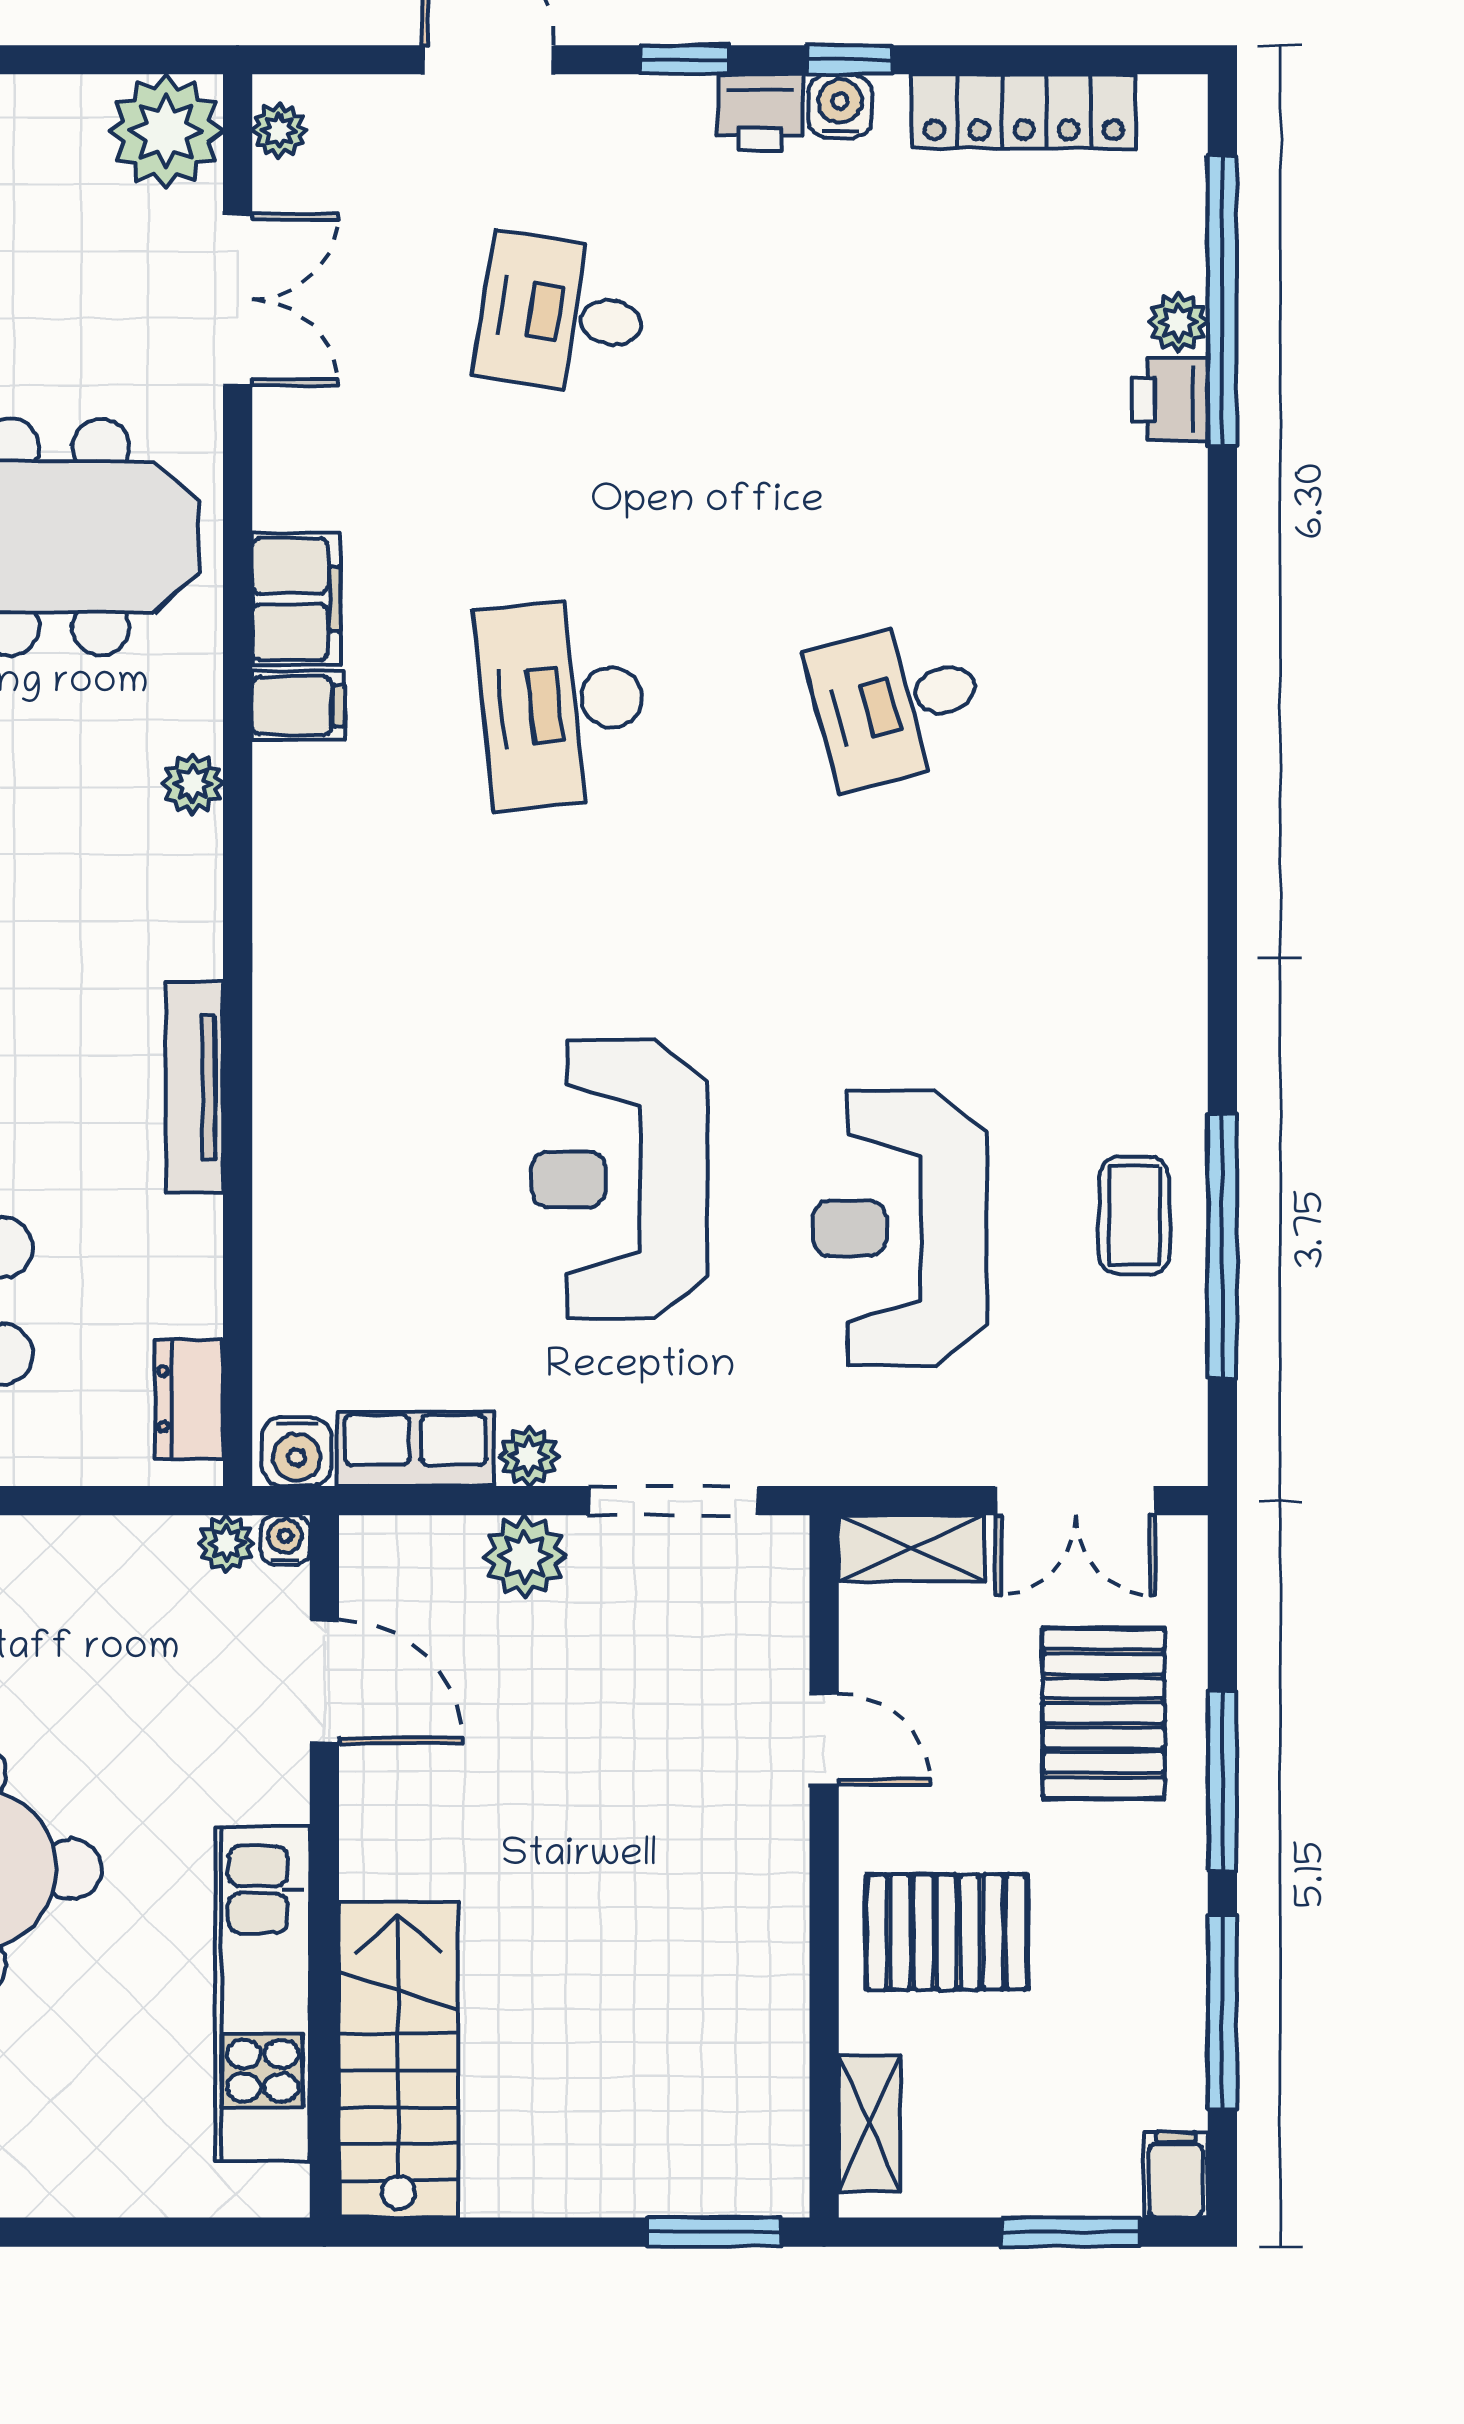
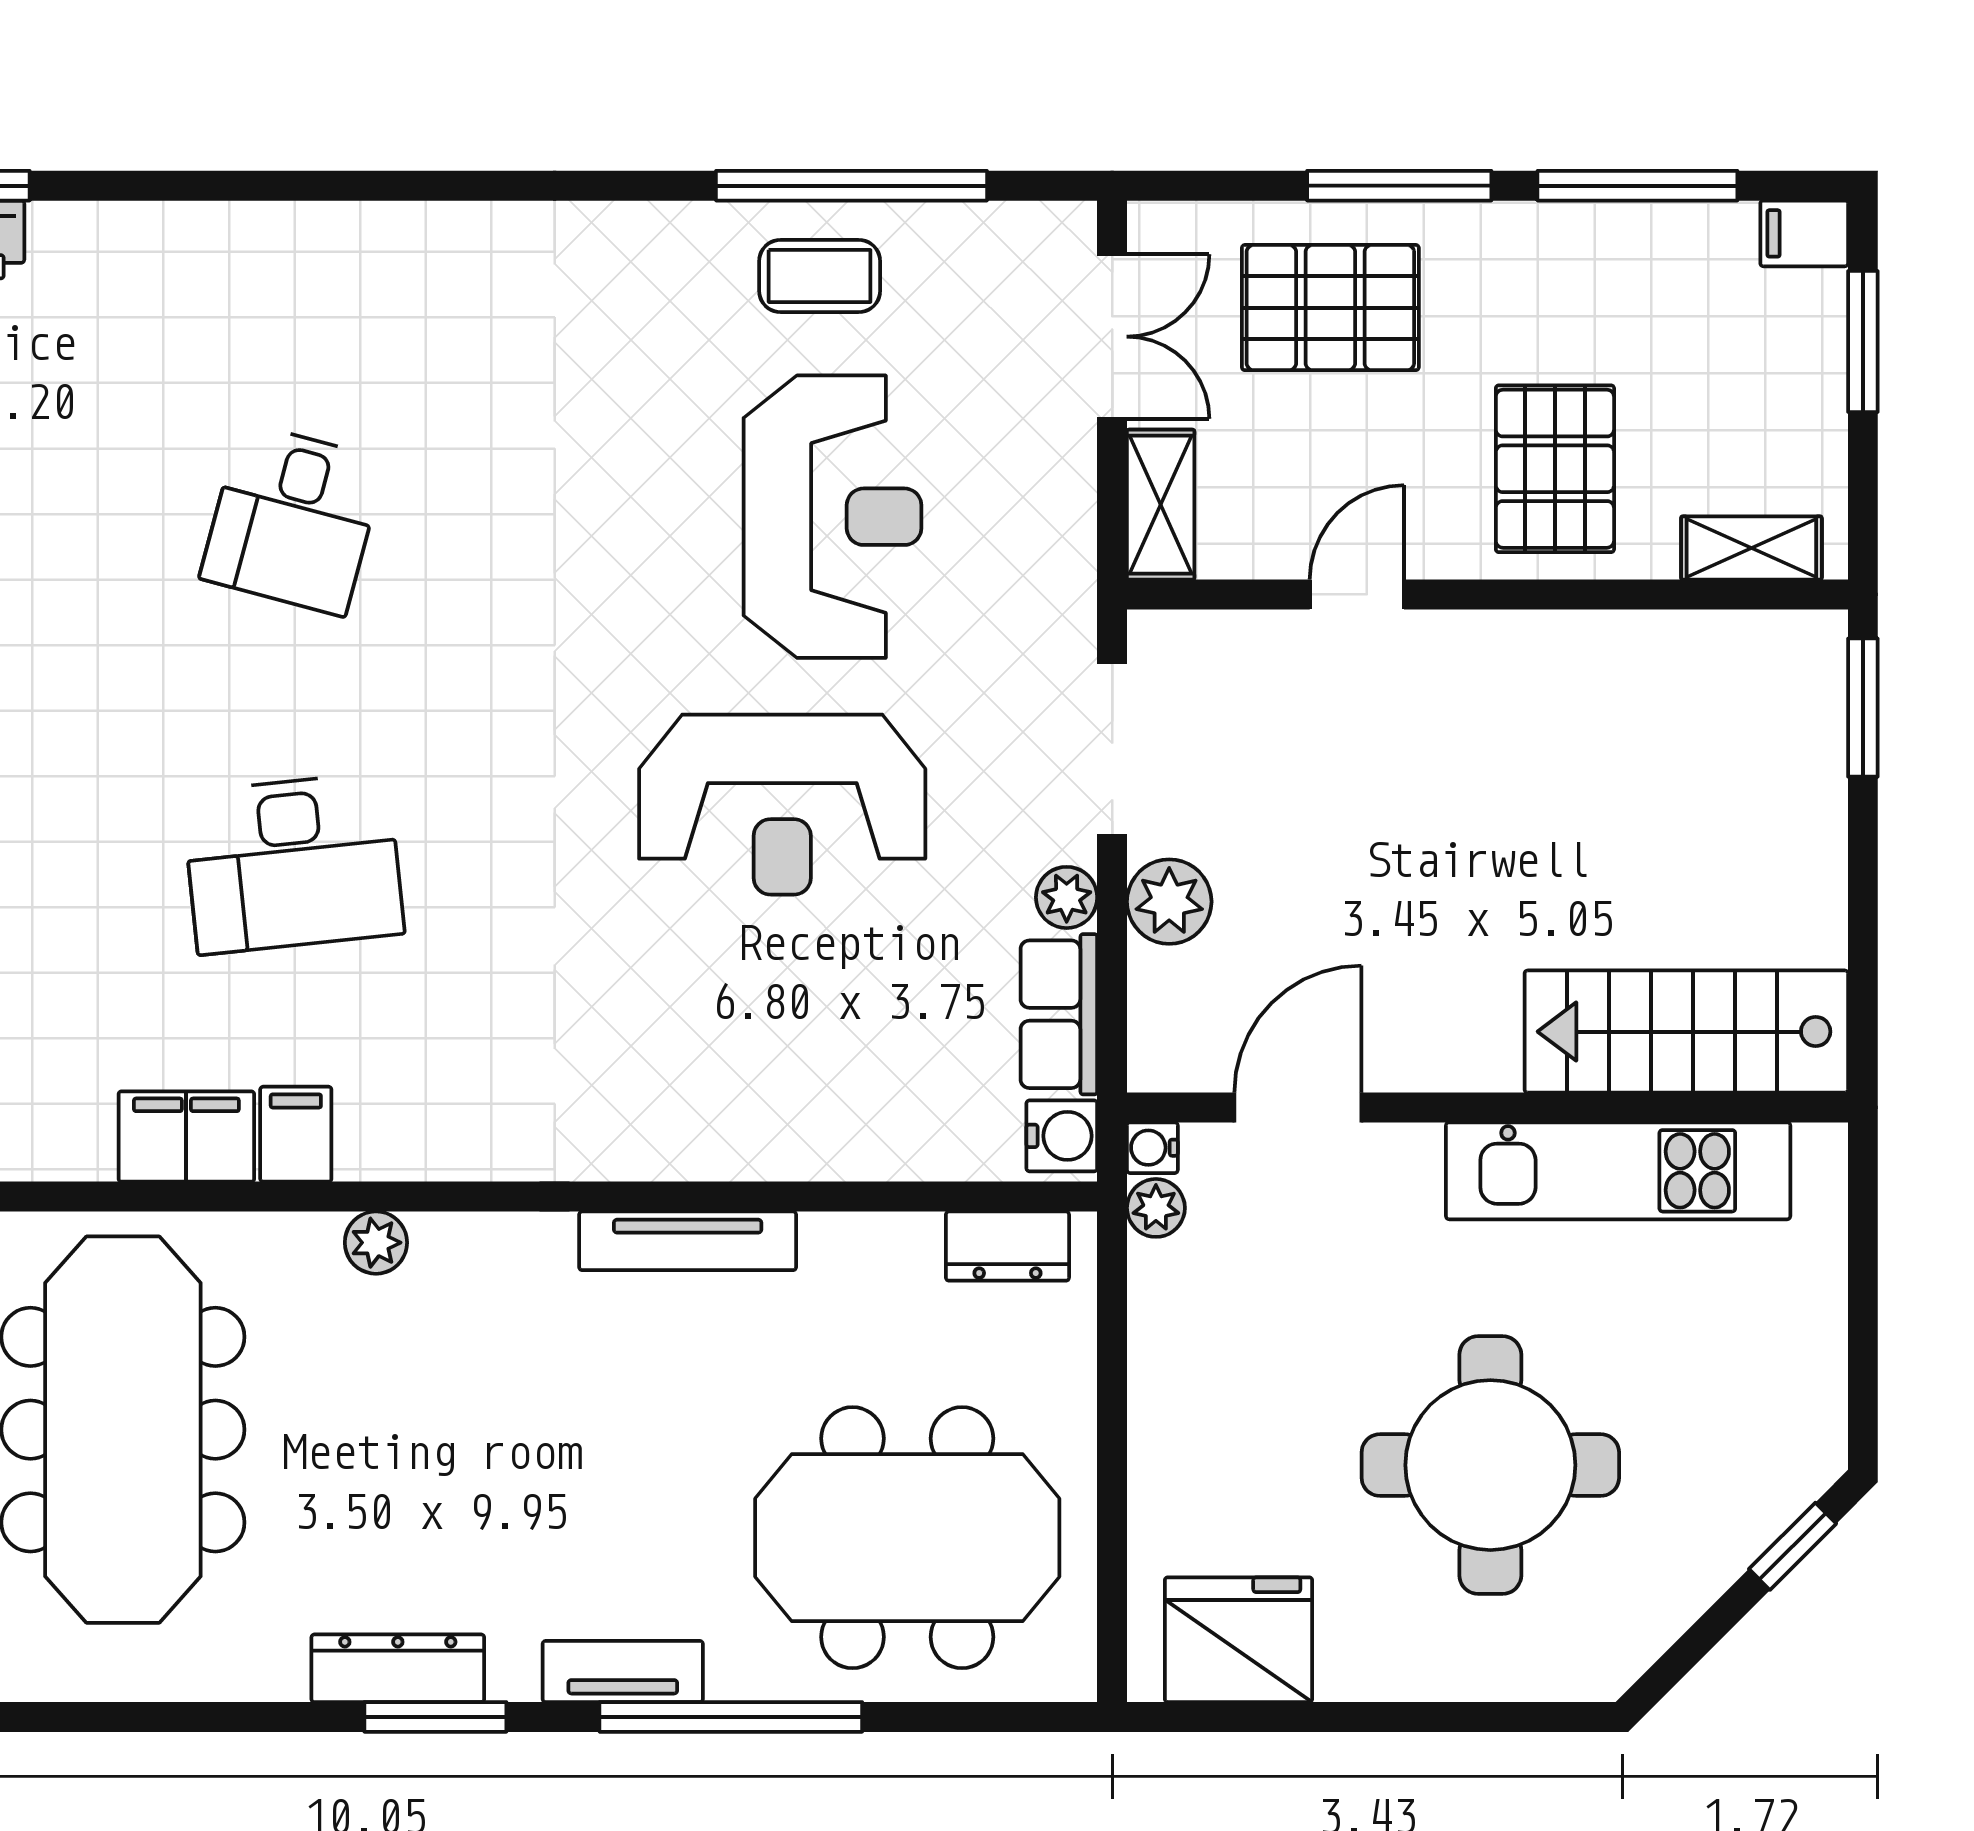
desk: (898, 703) -> (293, 519), turned 30
reception desk: (900, 1228) -> (832, 517), turned -90

